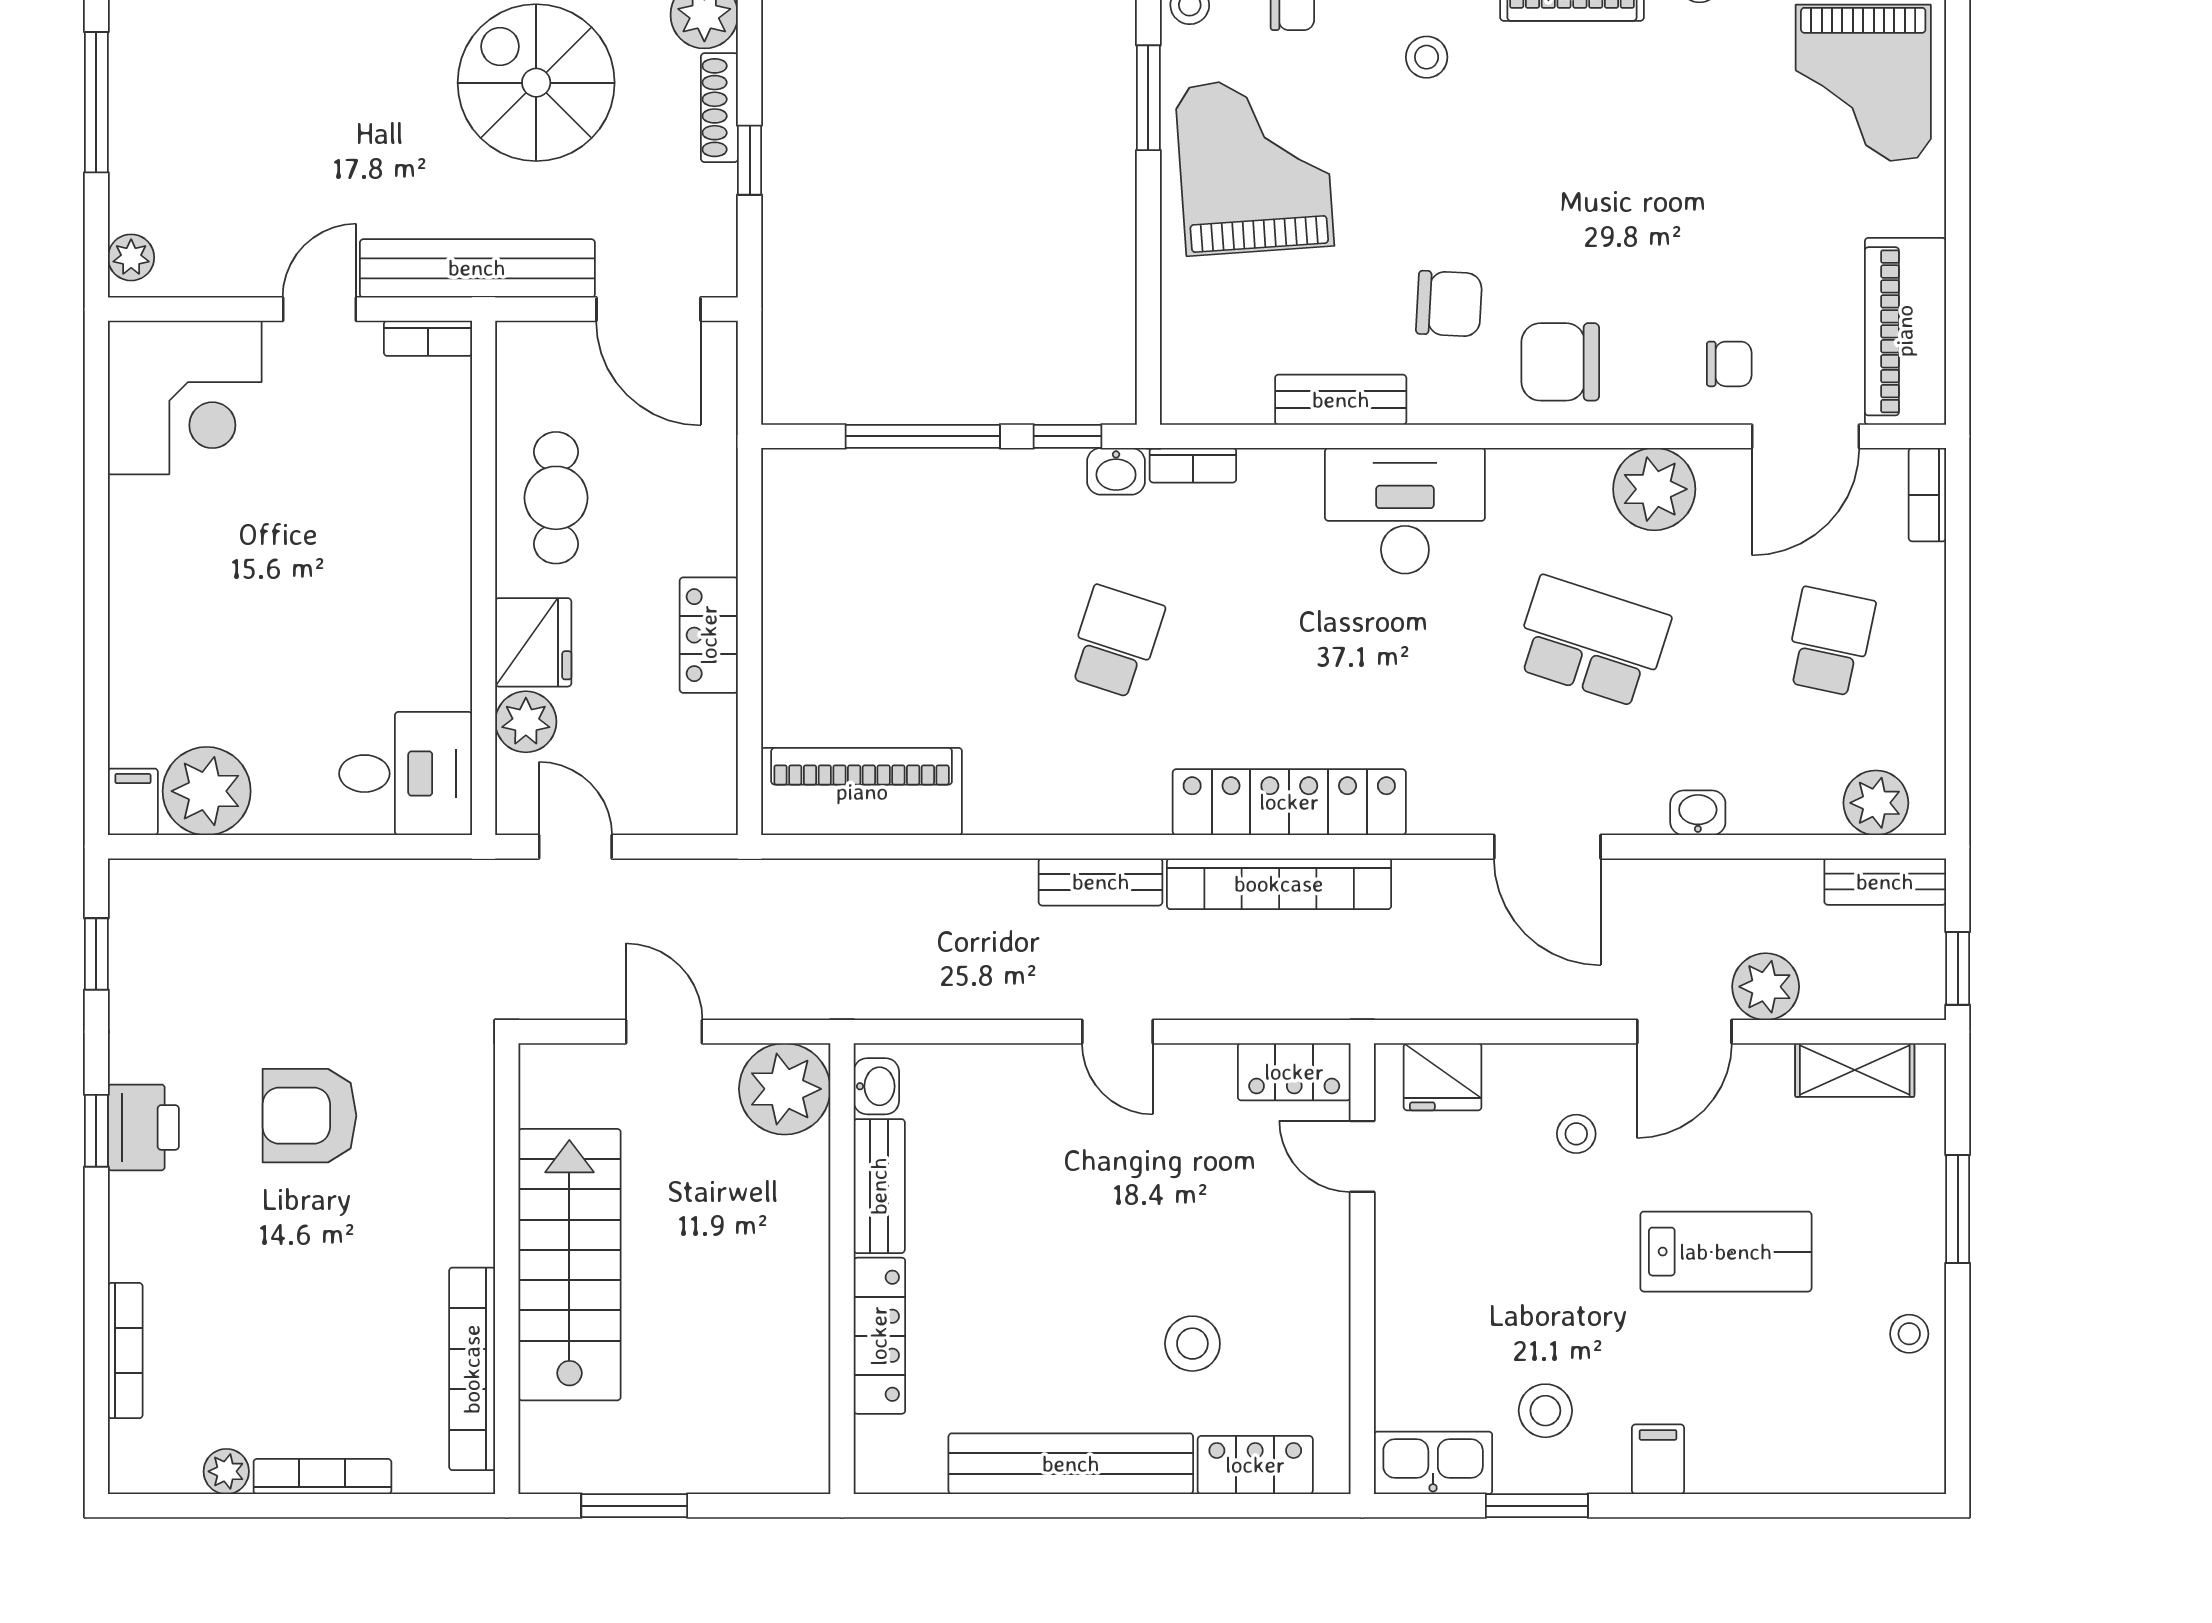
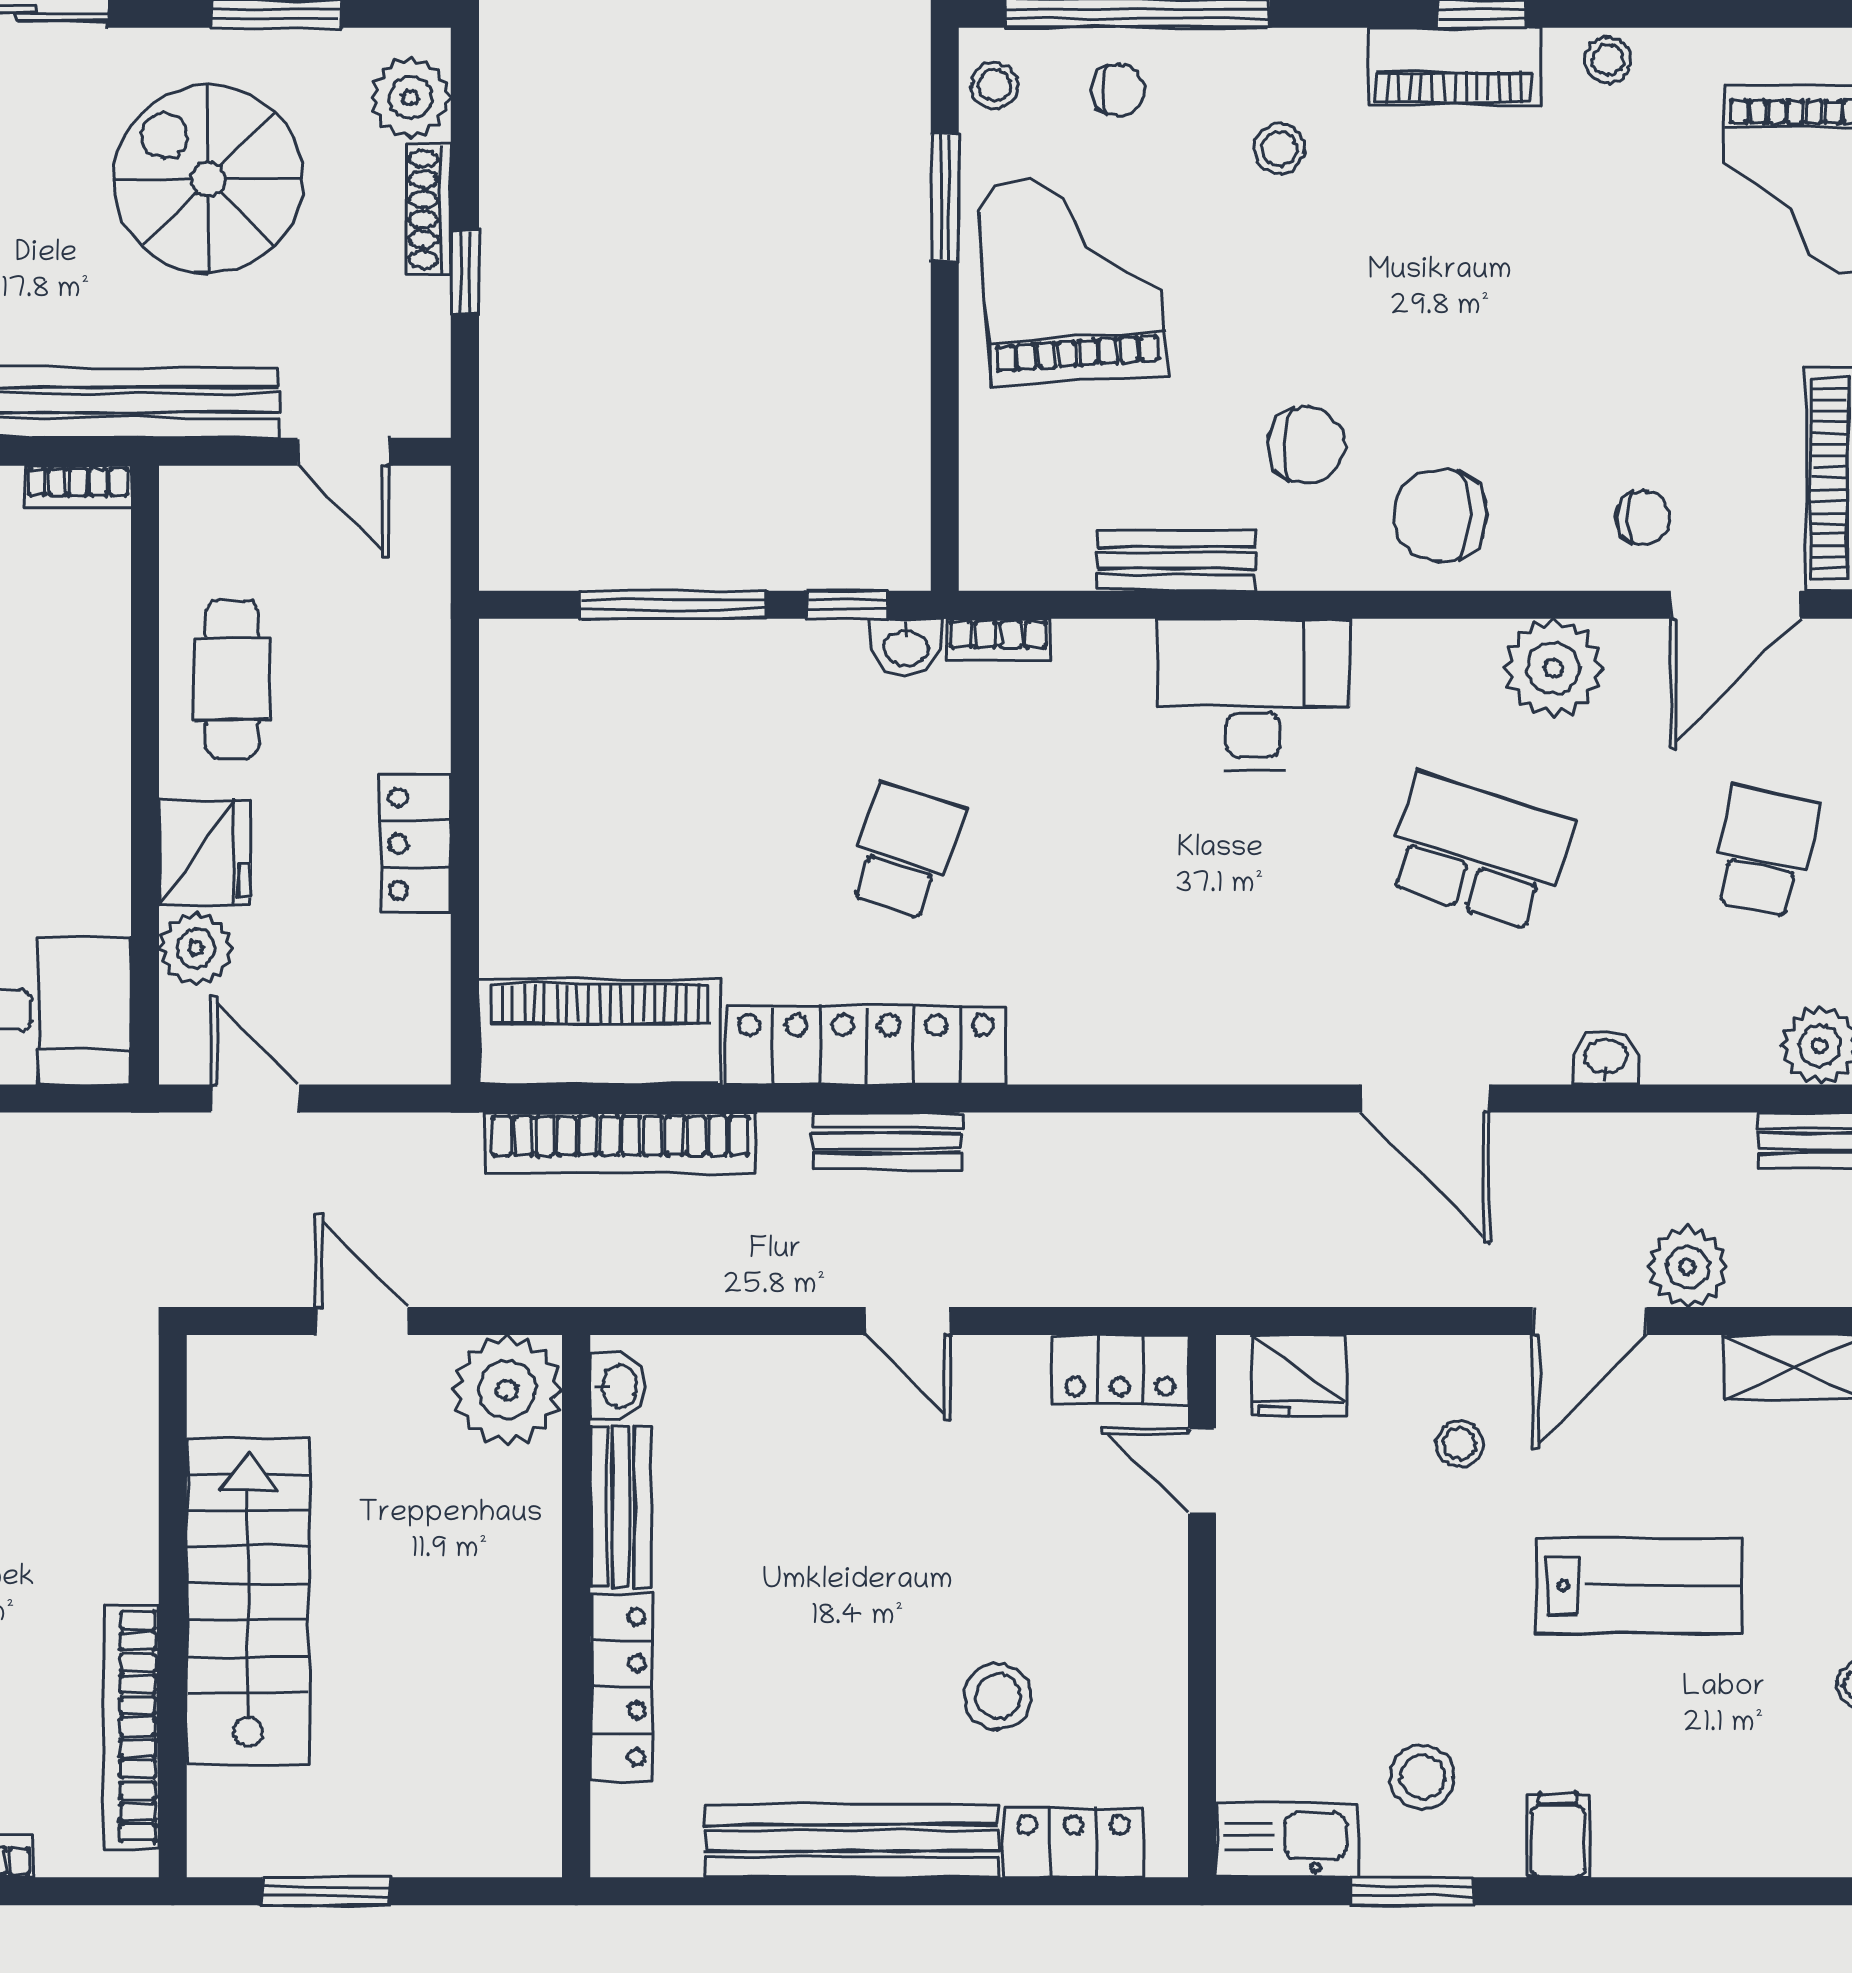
door: (648, 309) -> (343, 452), width x0.73
locker: (1289, 802) -> (866, 1045), moved
bookcase: (1279, 884) -> (621, 1143), moved

